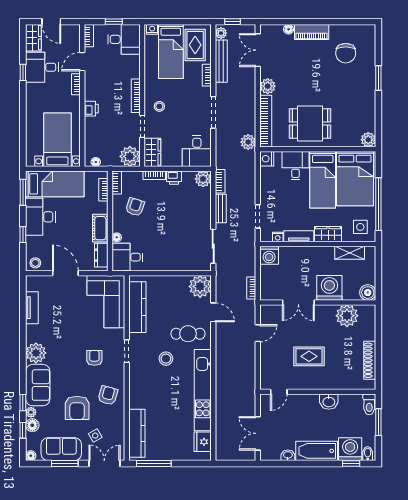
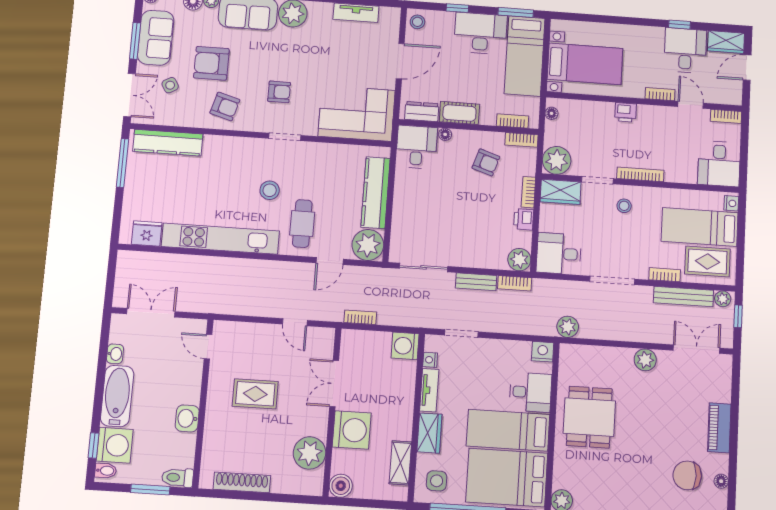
window: (114, 22) -> (744, 152), removed
floor lamp: (289, 29) -> (721, 481), moved
bookcase: (266, 121) -> (596, 354), removed
kitchen counter: (137, 307) -> (376, 193), moved, turned 90
rug: (309, 356) -> (255, 394), turned 90

